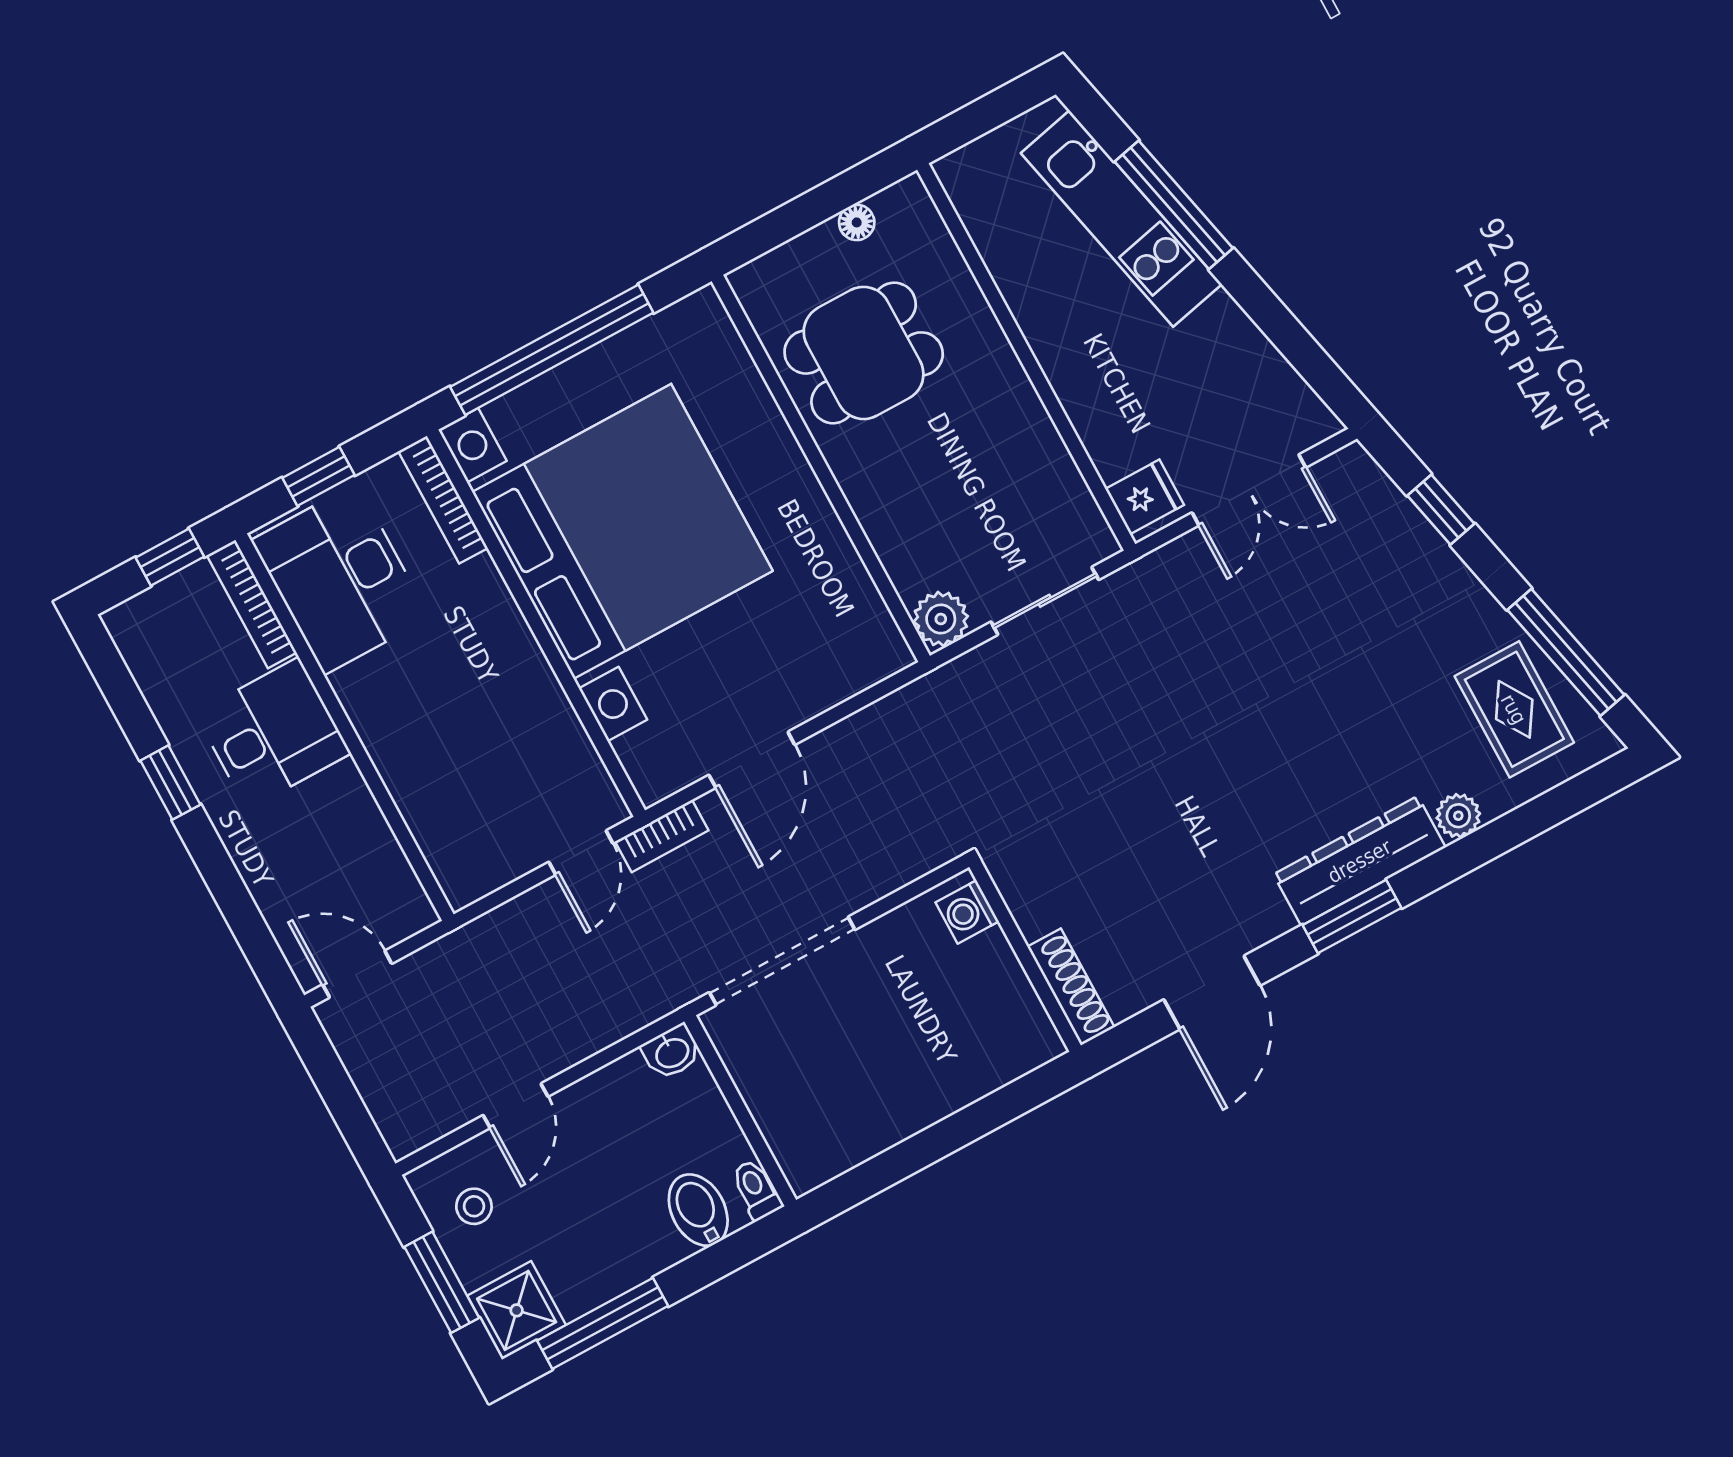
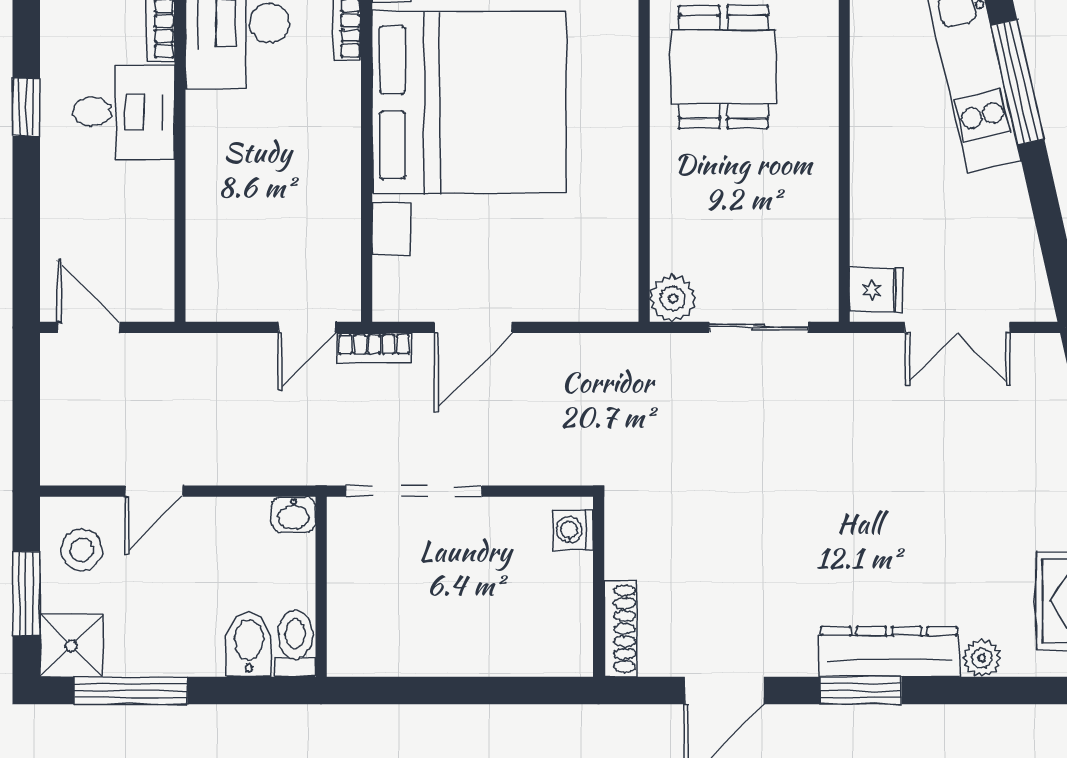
dining table: (864, 353) -> (723, 67), turned 90
toilet: (756, 1190) -> (295, 643), width x1.37, depth x1.39
stool: (474, 1206) -> (82, 550), width x1.37, depth x1.37

